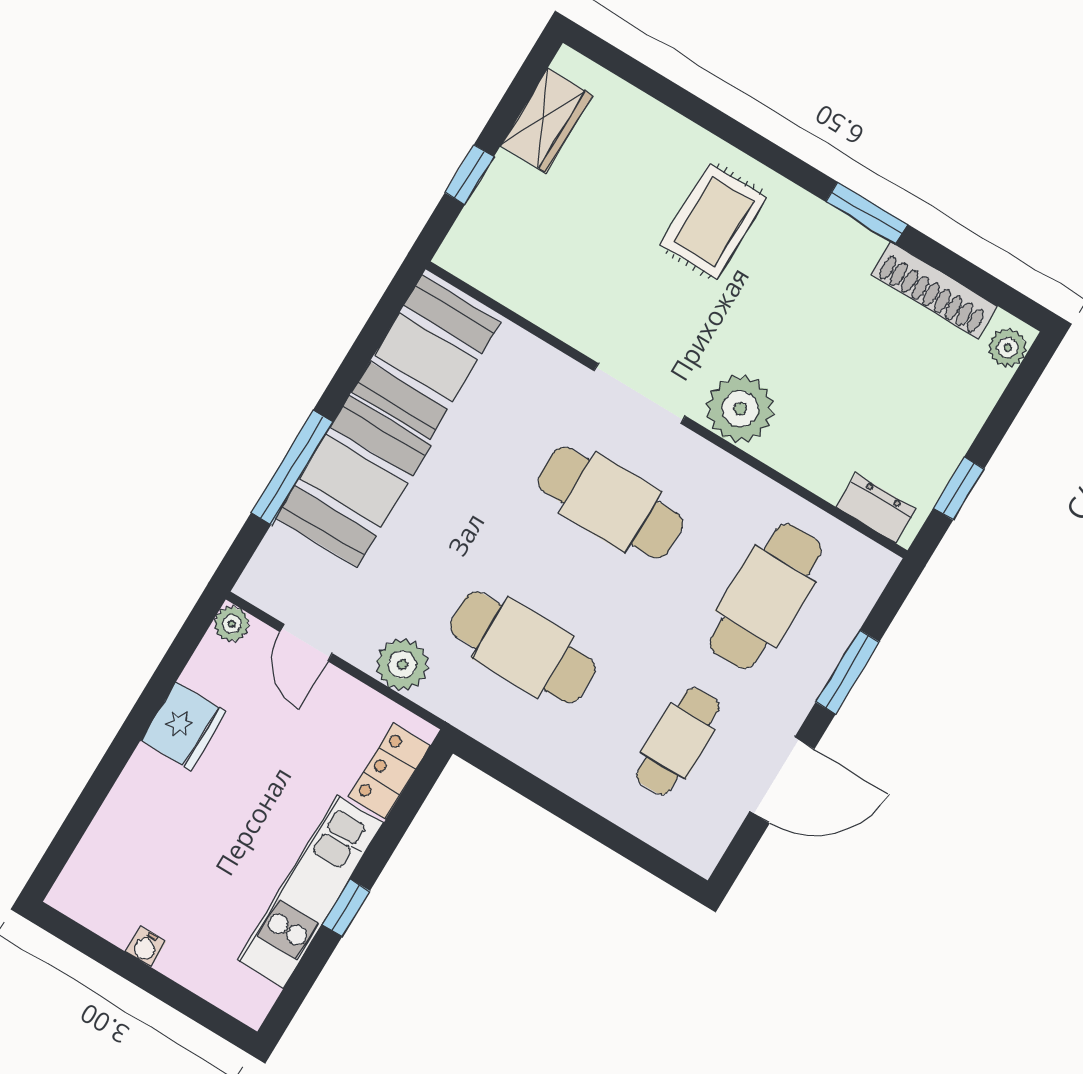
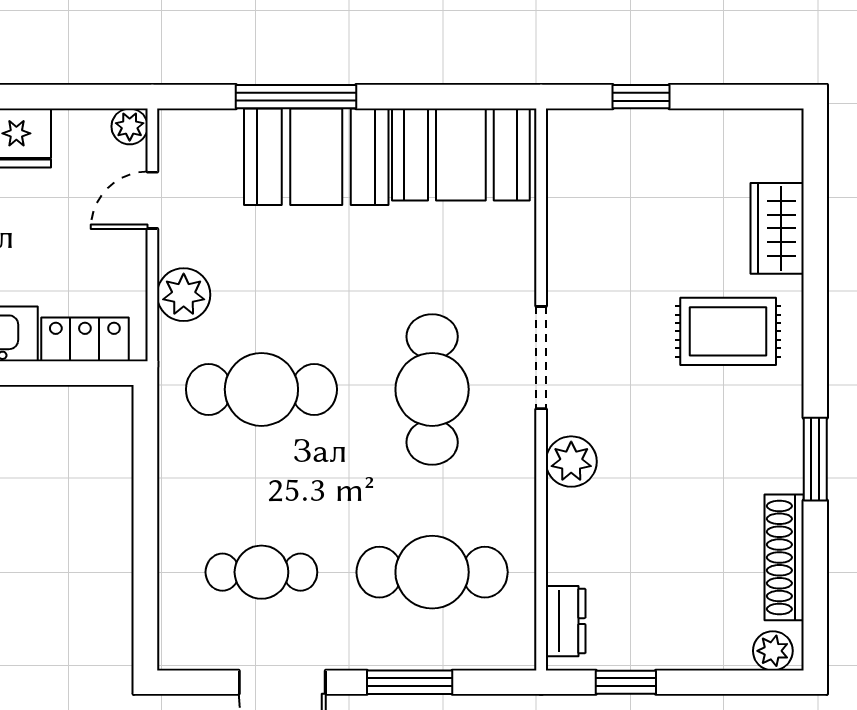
wardrobe: (547, 120) -> (777, 228), moved, turned 90
plant: (740, 409) -> (571, 462), width x0.73, depth x0.73
cafe table: (523, 647) -> (261, 389), turned 90

